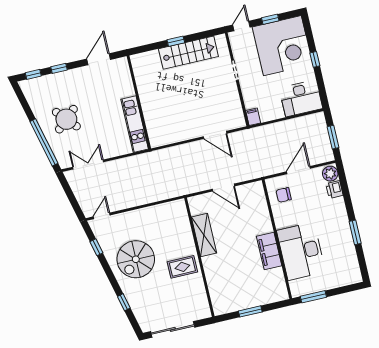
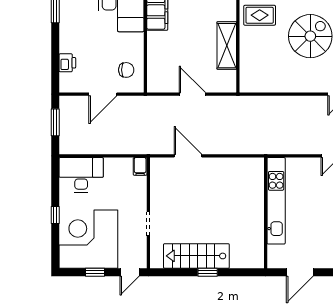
kitchen unit: (135, 124) -> (276, 201), width x1.36
plant: (330, 174) -> (68, 82), removed

